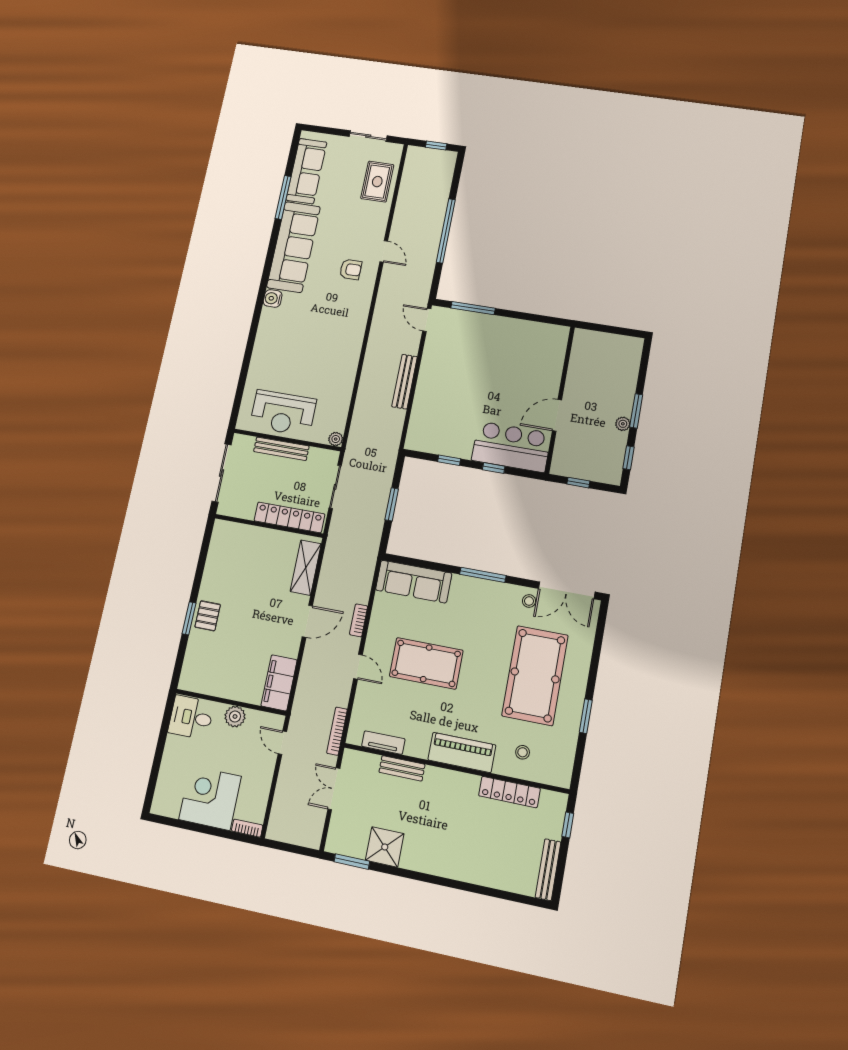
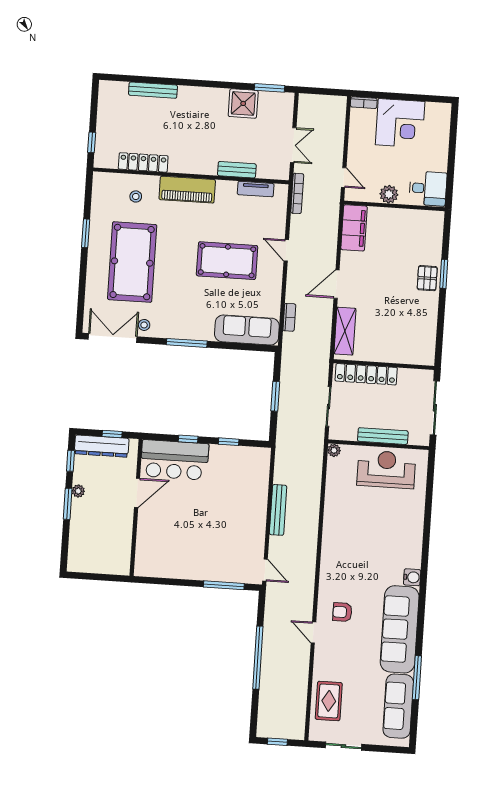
dresser: (592, 470) -> (102, 446), added
bookcase: (359, 620) -> (289, 317), moved
bench: (548, 870) -> (153, 90), moved, turned 90

